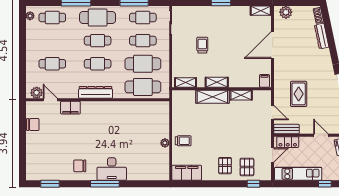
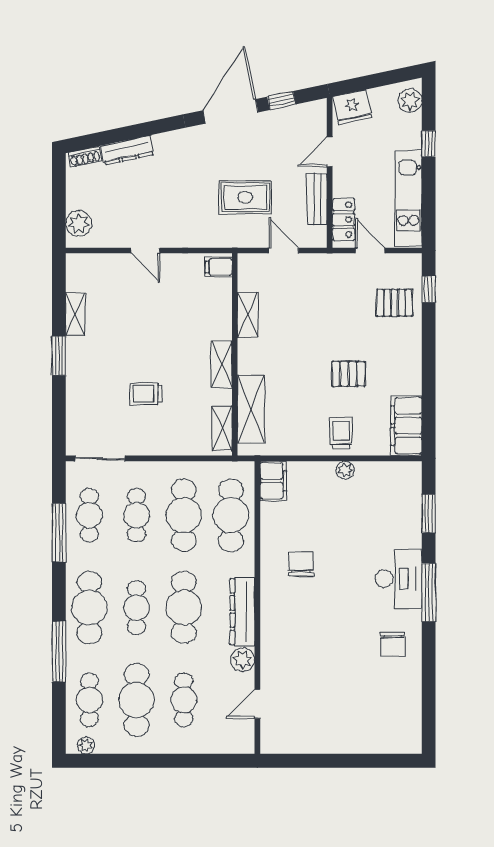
shelving: (261, 11) -> (75, 314), moved
cafe table: (52, 41) -> (137, 700), added
door: (273, 45) -> (145, 250), width x0.53
cafe table: (98, 64) -> (184, 608), width x1.37, depth x1.35
plant: (37, 93) -> (243, 660), moved
shelving: (212, 97) -> (251, 409), moved
filing cabinet: (70, 108) -> (273, 481), moved
door: (273, 113) -> (284, 250), hinge flipped
chair: (33, 125) -> (301, 564), moved
bench: (287, 129) -> (317, 199), moved
pallet: (225, 166) -> (348, 374), moved
window: (50, 184) -> (429, 513), moved

